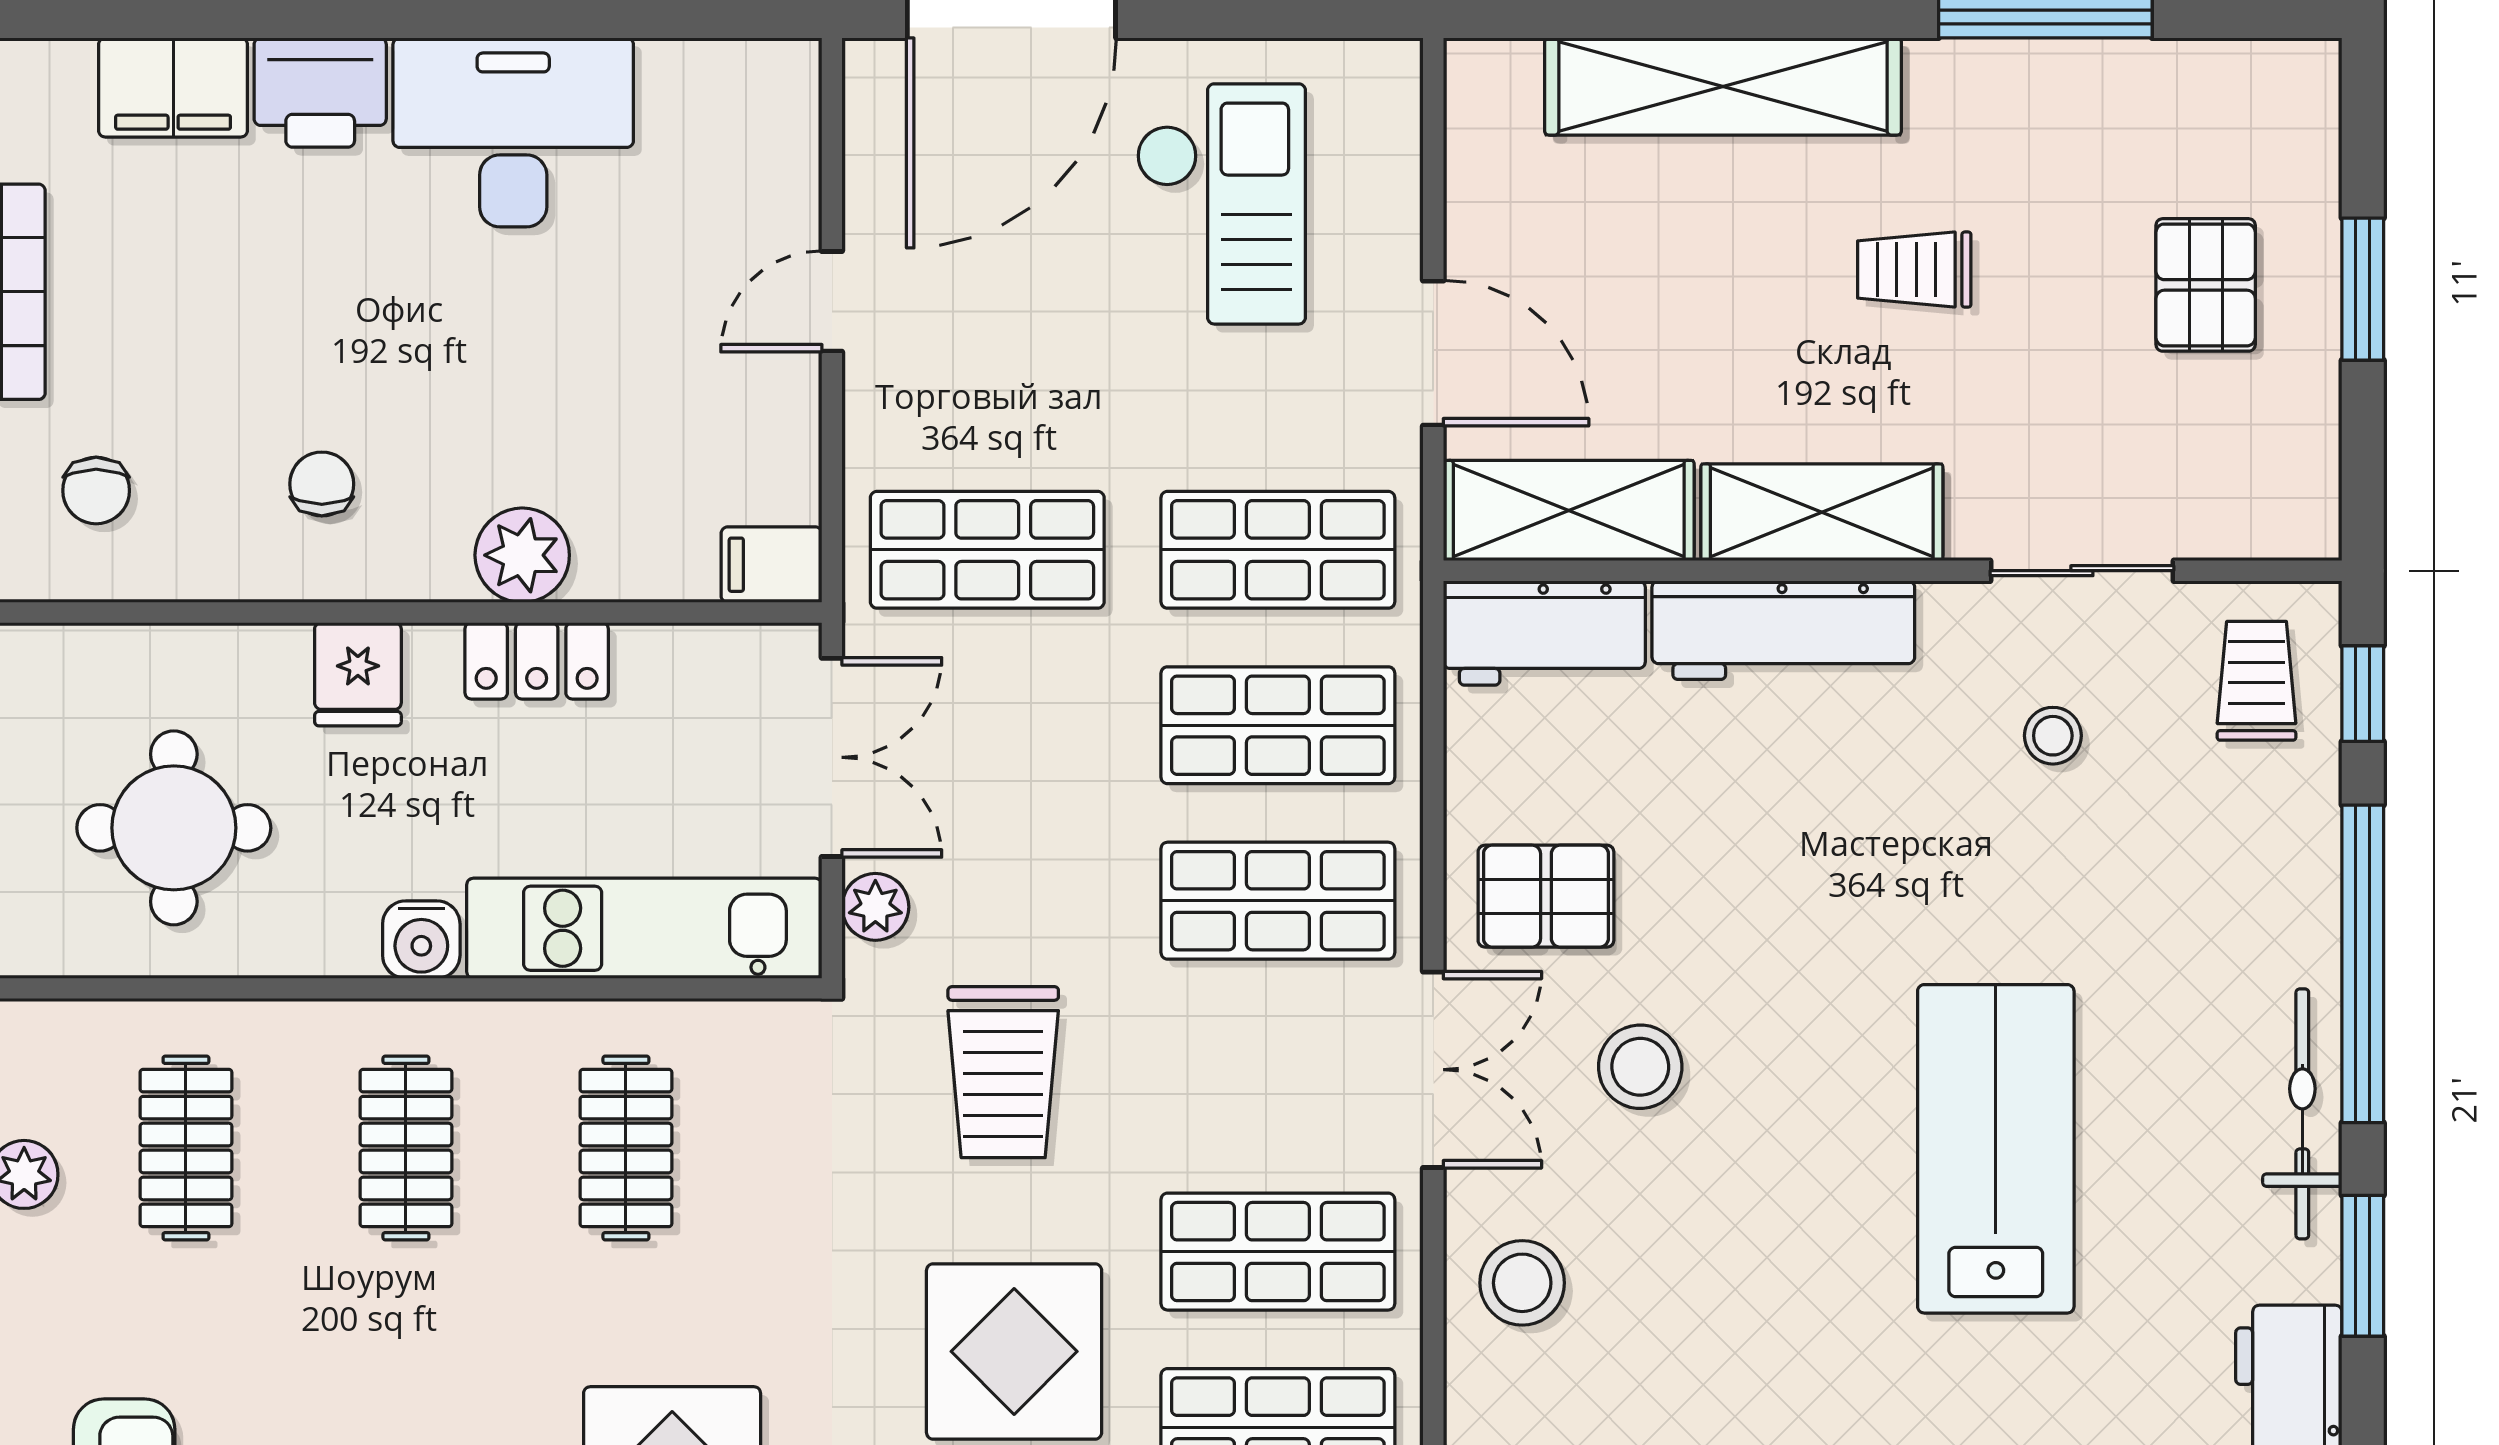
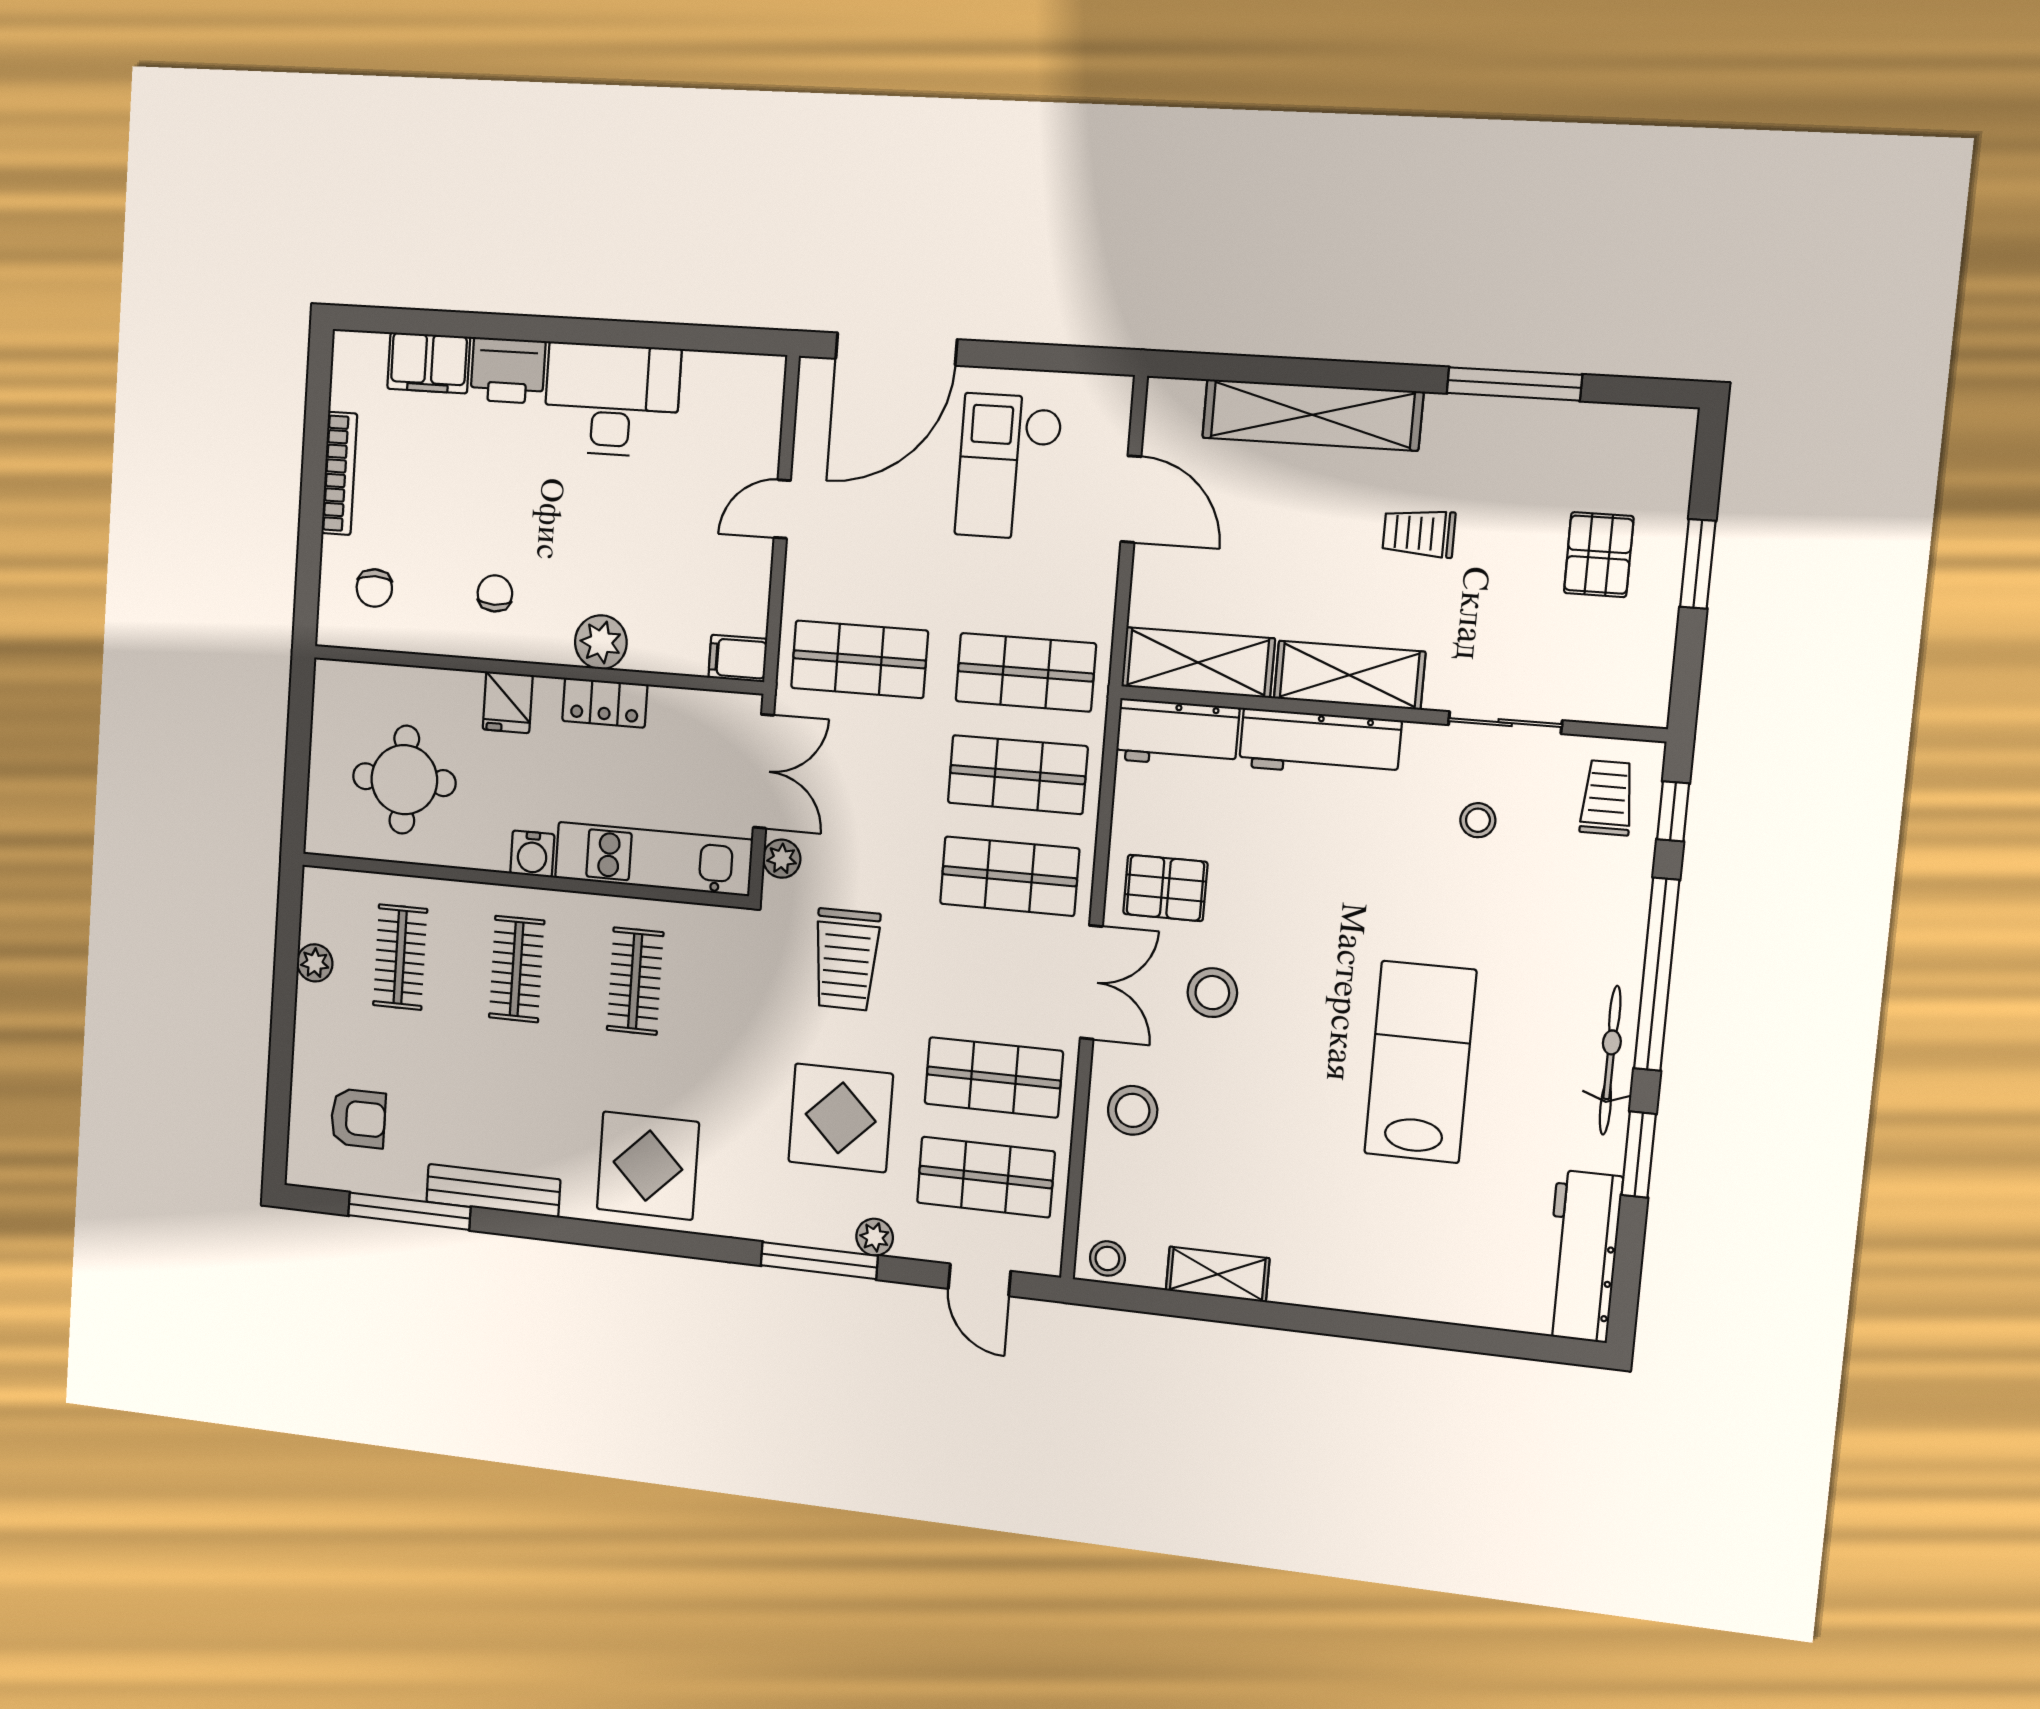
checkout: (1221, 204) -> (1009, 467), turned 180
door: (1433, 353) -> (1131, 499), moved

